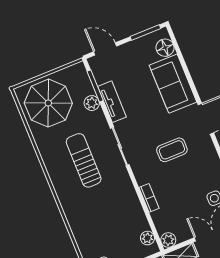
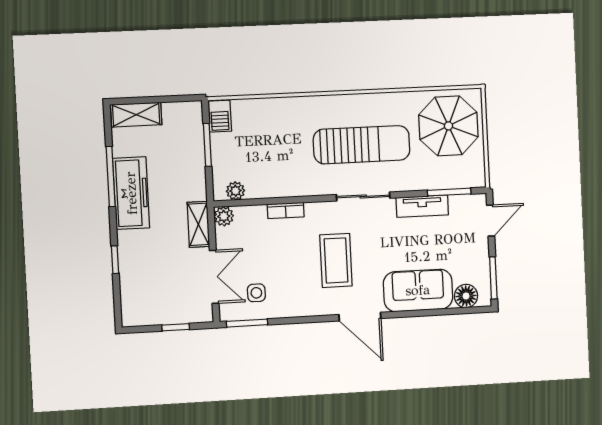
plant: (92, 103) -> (429, 180), removed
coffee table: (172, 150) -> (336, 260), width x1.36, depth x1.30
sun lounger: (84, 160) -> (362, 145), width x1.36, depth x1.34

